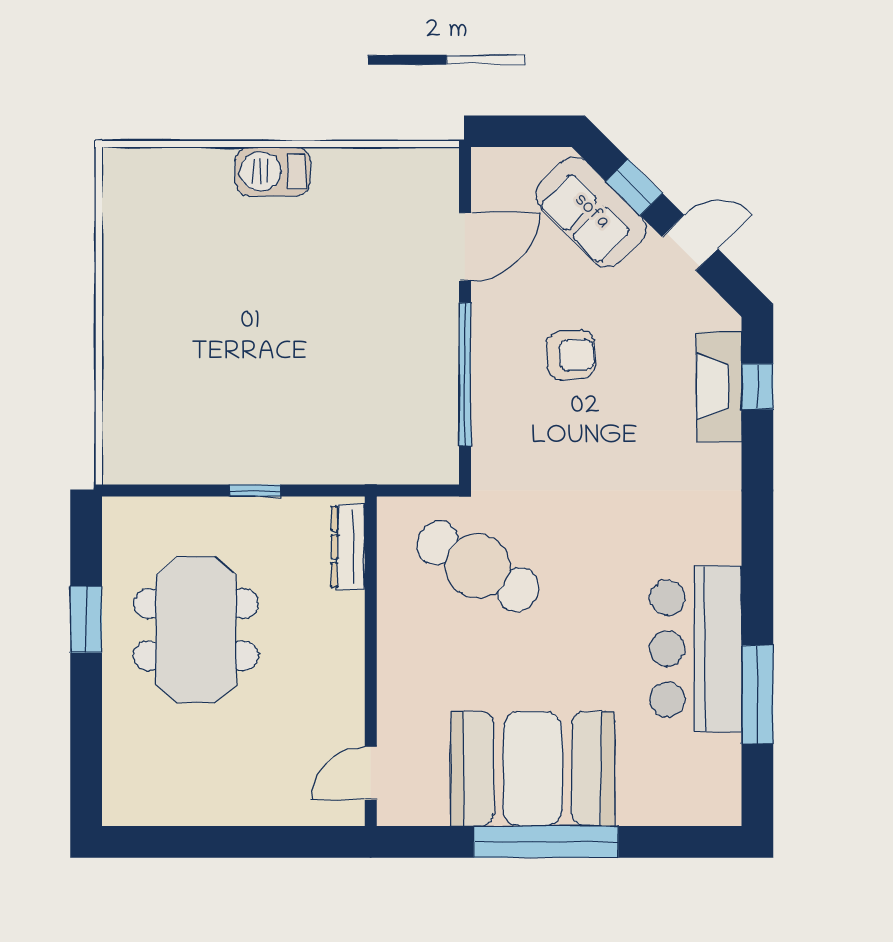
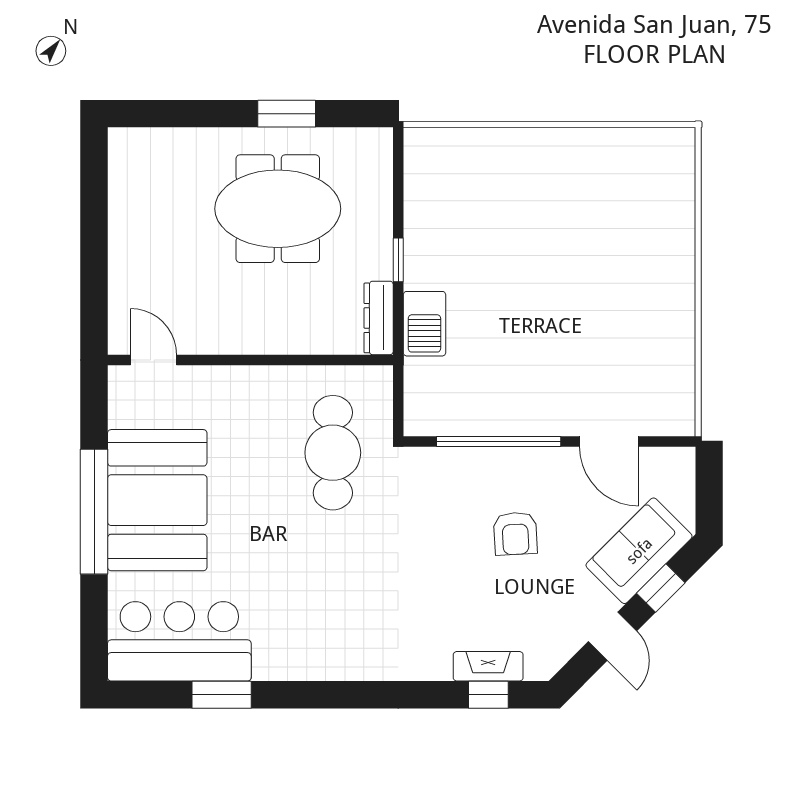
barbecue: (273, 171) -> (424, 324), moved, turned 180
fireplace: (719, 387) -> (488, 666), width x0.73, depth x0.76
dresser: (348, 547) -> (379, 318), moved, turned -90
cafe table: (478, 566) -> (333, 453), turned -30
bar counter: (696, 649) -> (179, 641), moved
window: (757, 695) -> (222, 695), width x0.69

